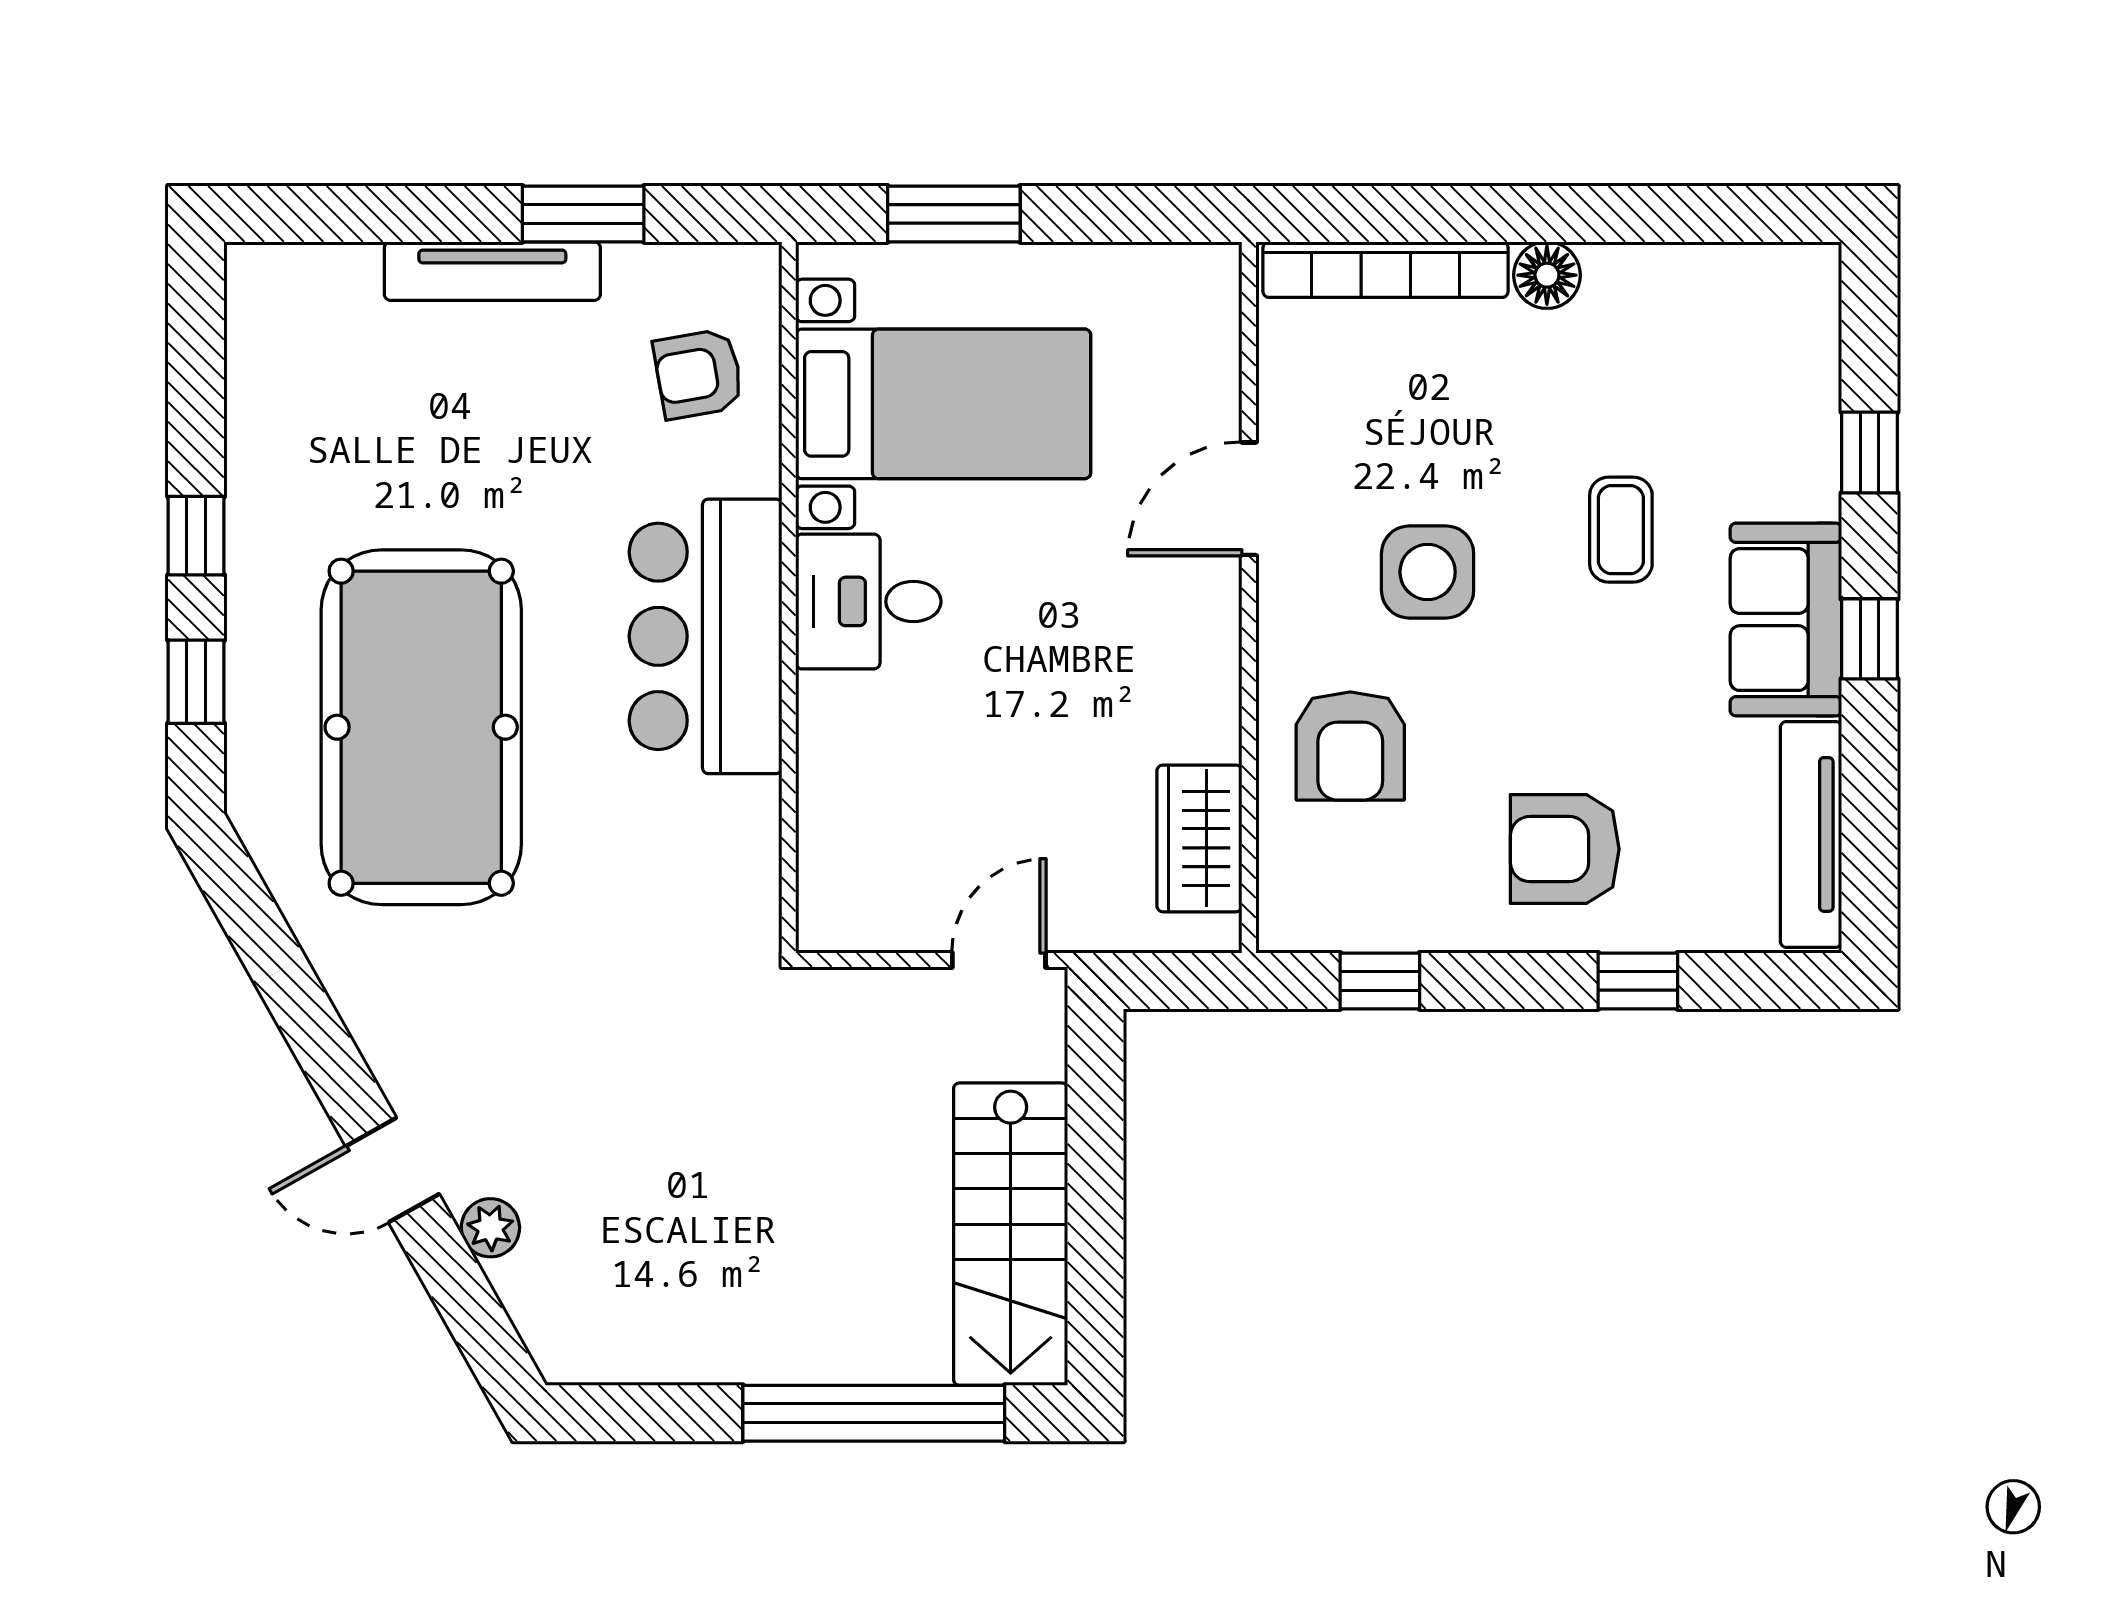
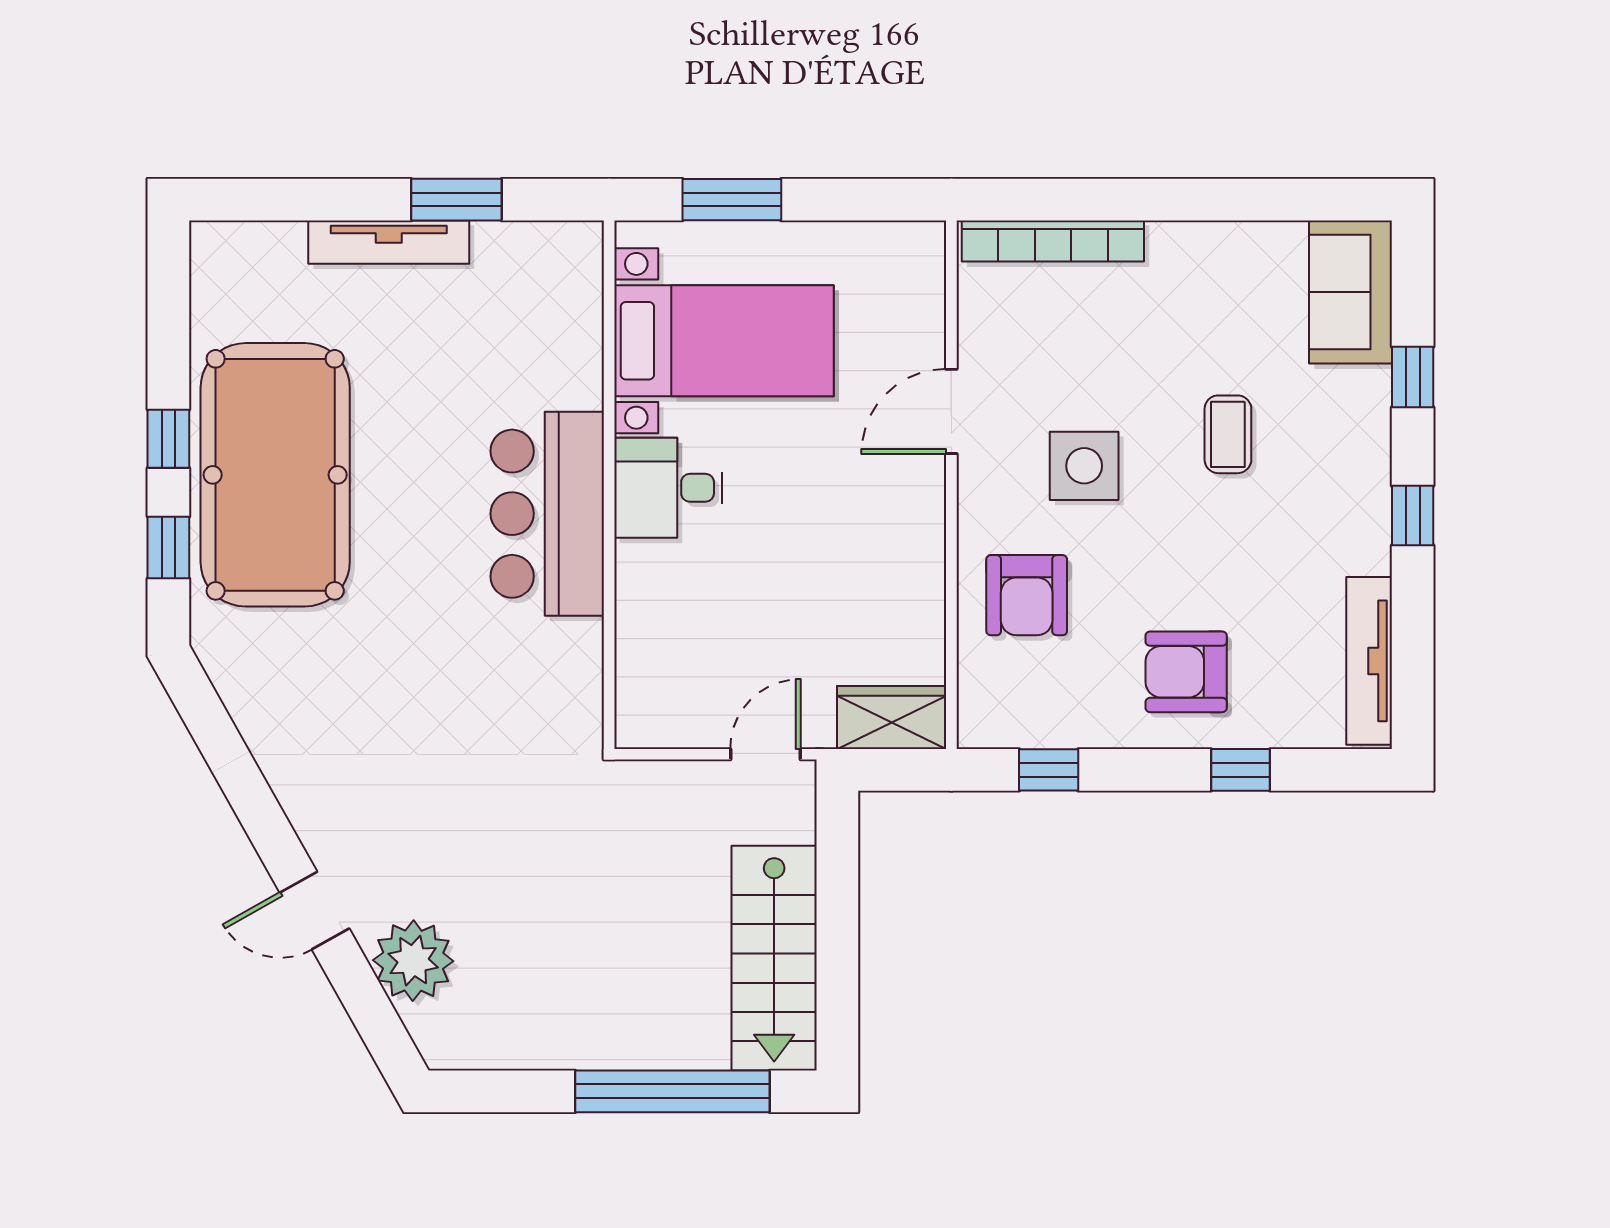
floor lamp: (1547, 275) -> (1173, 245), removed
armchair: (698, 374) -> (542, 319), removed
sofa: (1786, 620) -> (1351, 292), moved
pool table: (421, 727) -> (275, 475), moved
wardrobe: (1199, 838) -> (892, 717), moved, turned 90
plant: (490, 1228) -> (413, 961), width x1.88, depth x1.88

